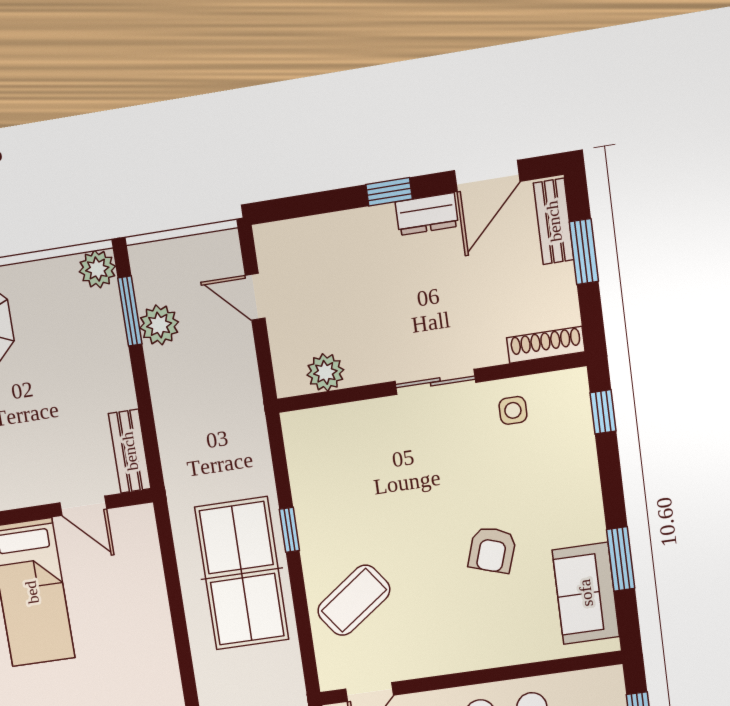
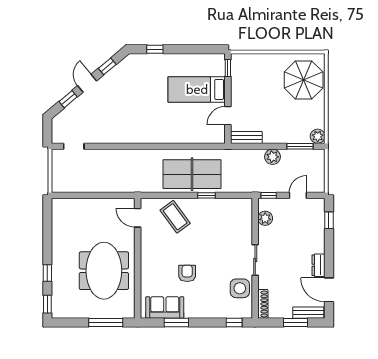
window: (389, 192) -> (329, 220), moved
plant: (159, 325) -> (273, 157), moved
window: (266, 372) -> (269, 195), added
side table: (513, 410) -> (240, 288), width x1.87, depth x1.87
armchair: (492, 550) -> (187, 273), turned 72

